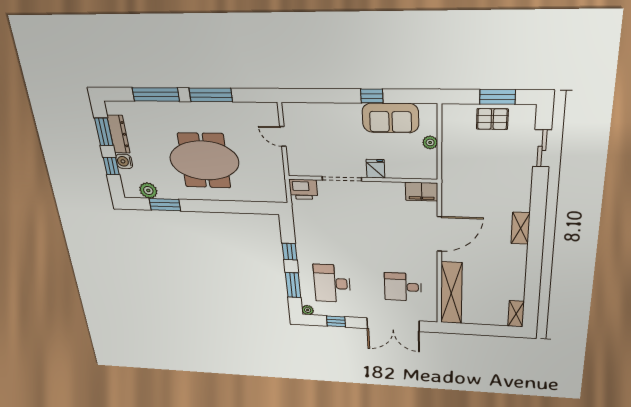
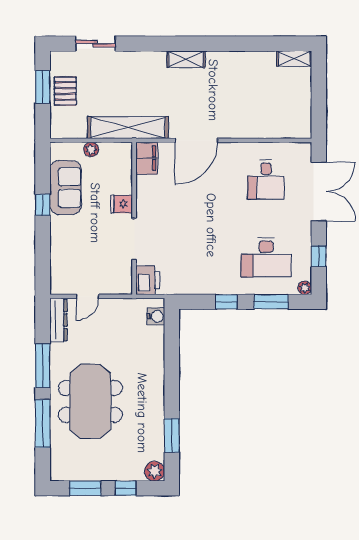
dresser: (118, 134) -> (58, 320), moved, turned 90
water cooler: (124, 161) -> (156, 316), moved, turned -90
meeting table: (204, 161) -> (90, 401), moved
plant: (148, 190) -> (155, 471), moved
door: (439, 234) -> (196, 140), swing flipped
shelving: (451, 293) -> (128, 128), moved

